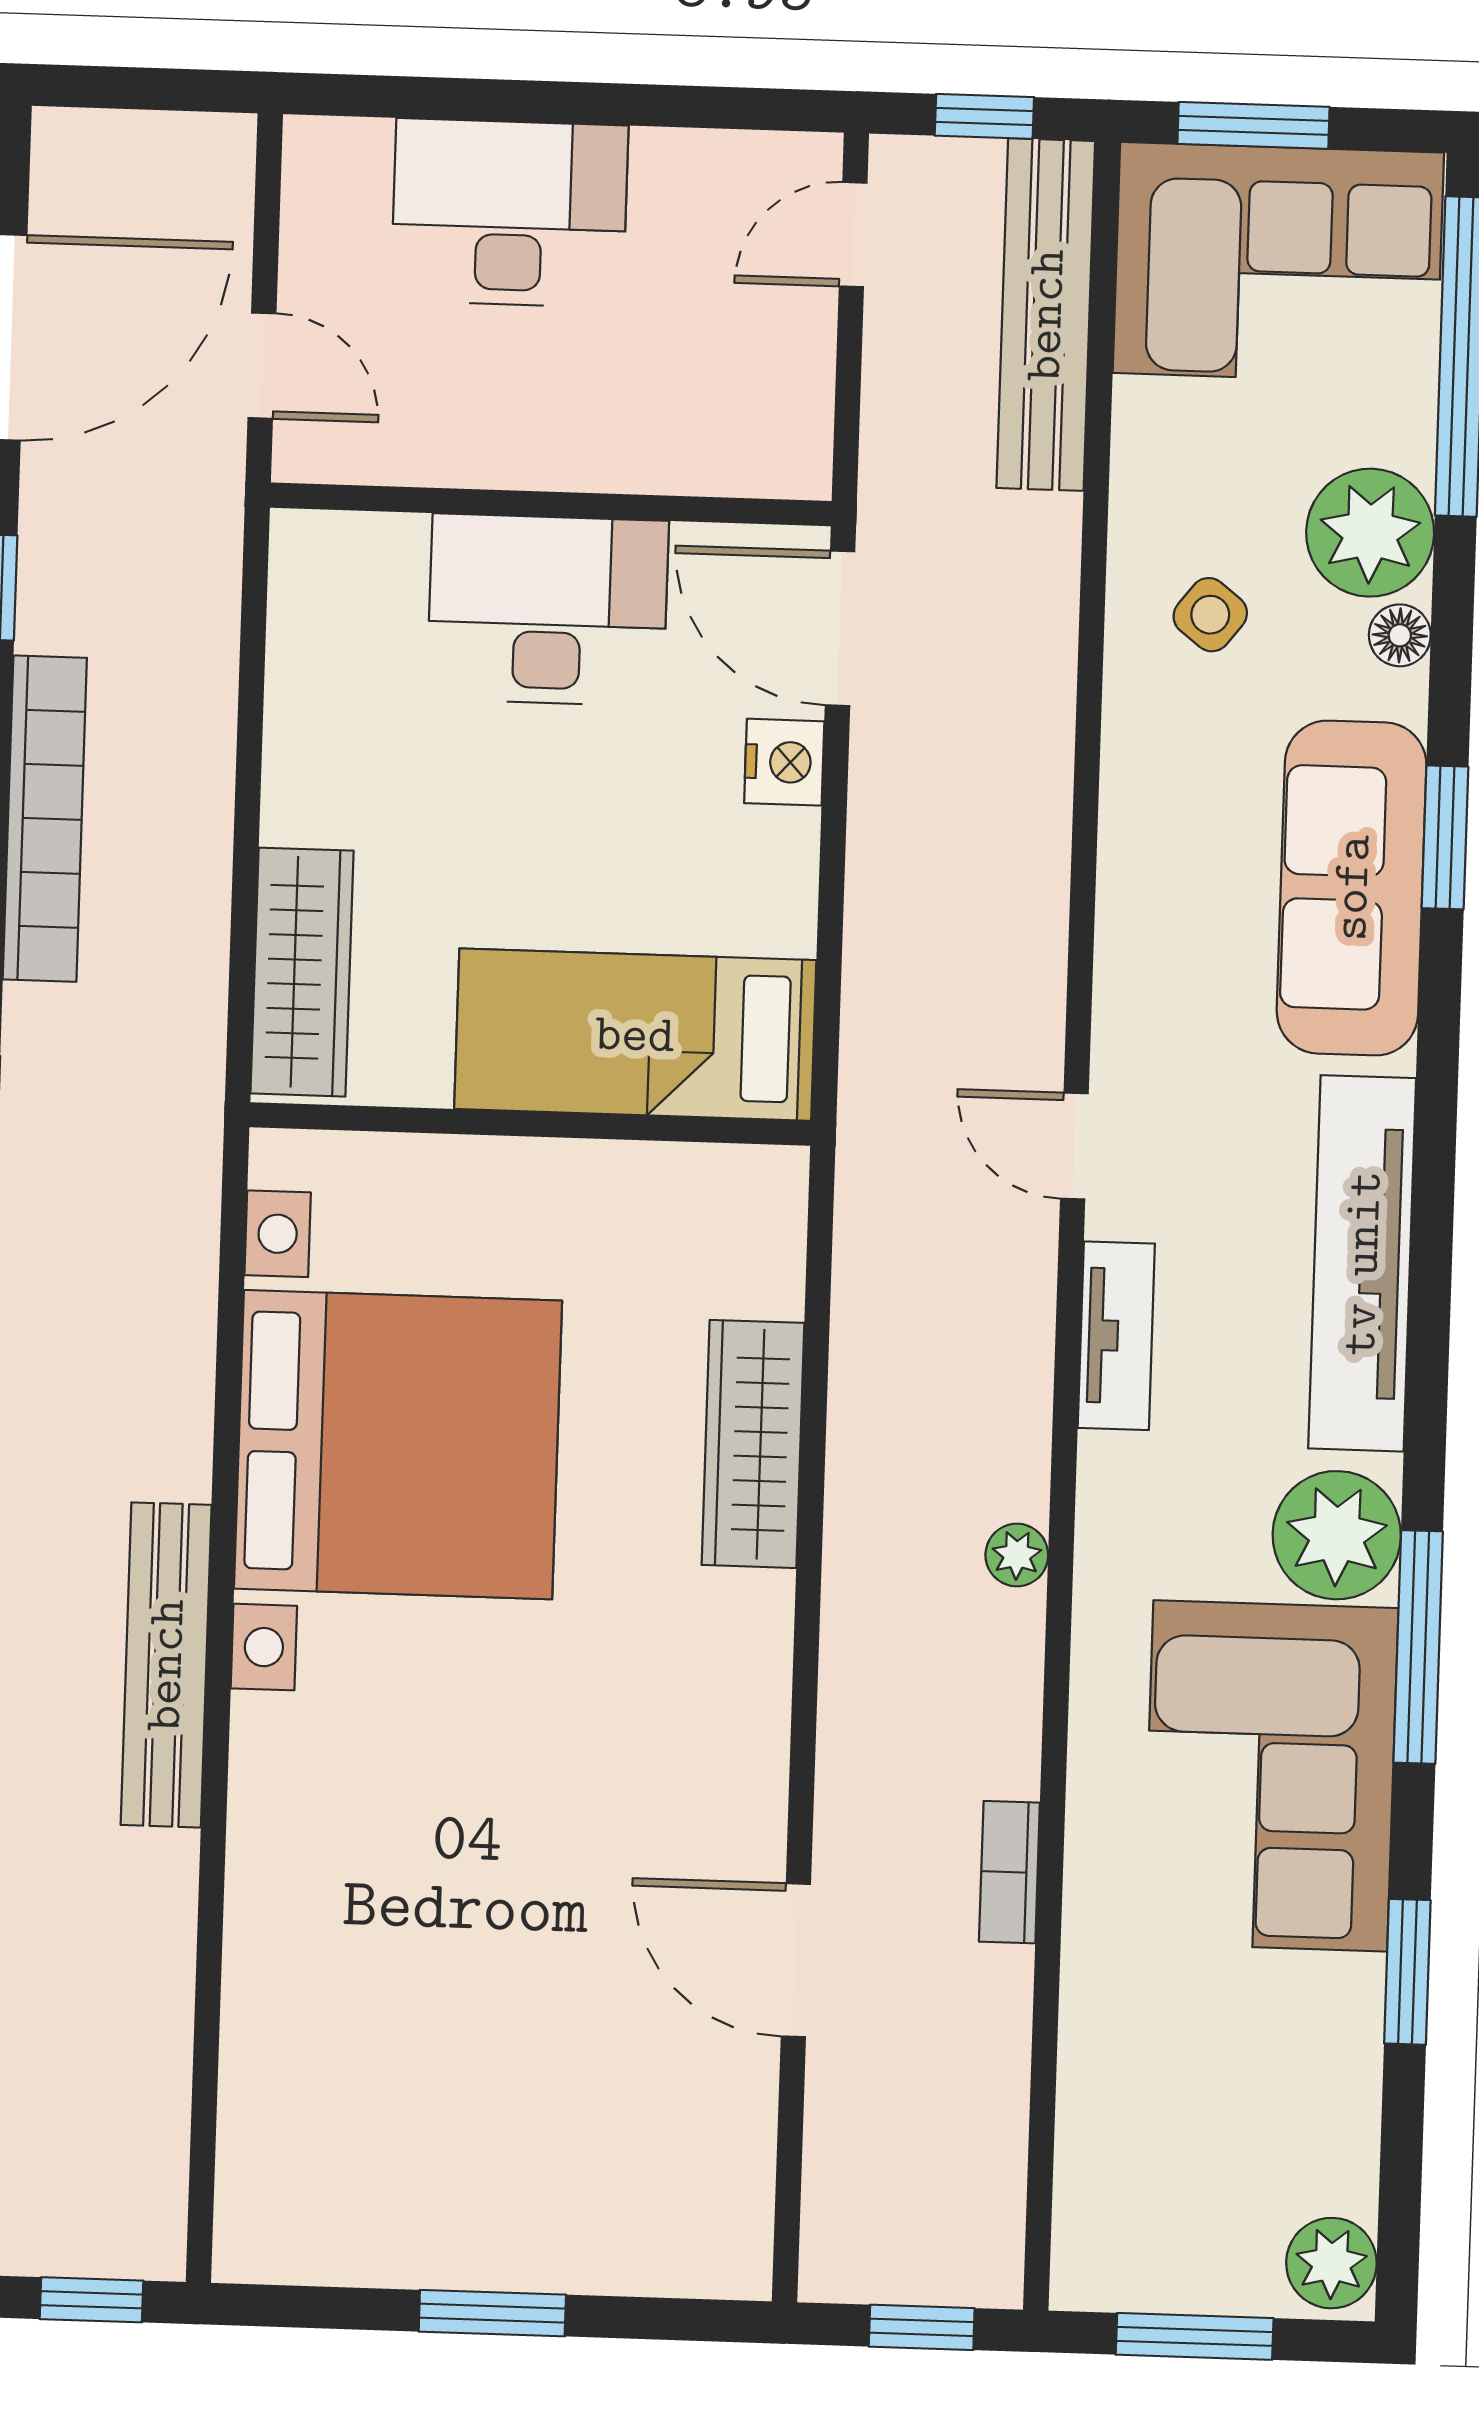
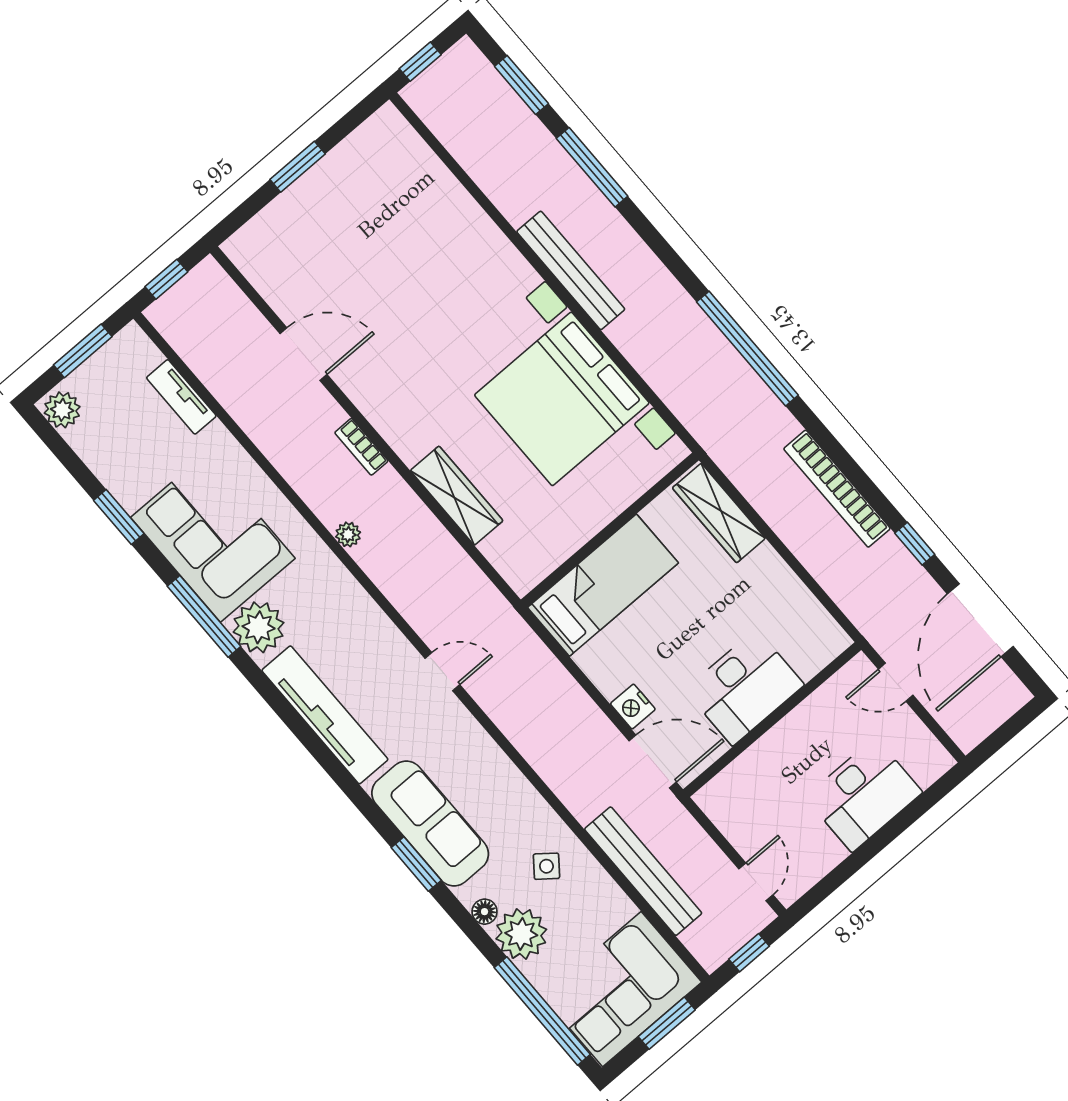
bench: (1046, 315) -> (643, 871), moved
tv unit: (1116, 1336) -> (181, 397), moved
bookcase: (1009, 1872) -> (361, 447), moved, turned 180

